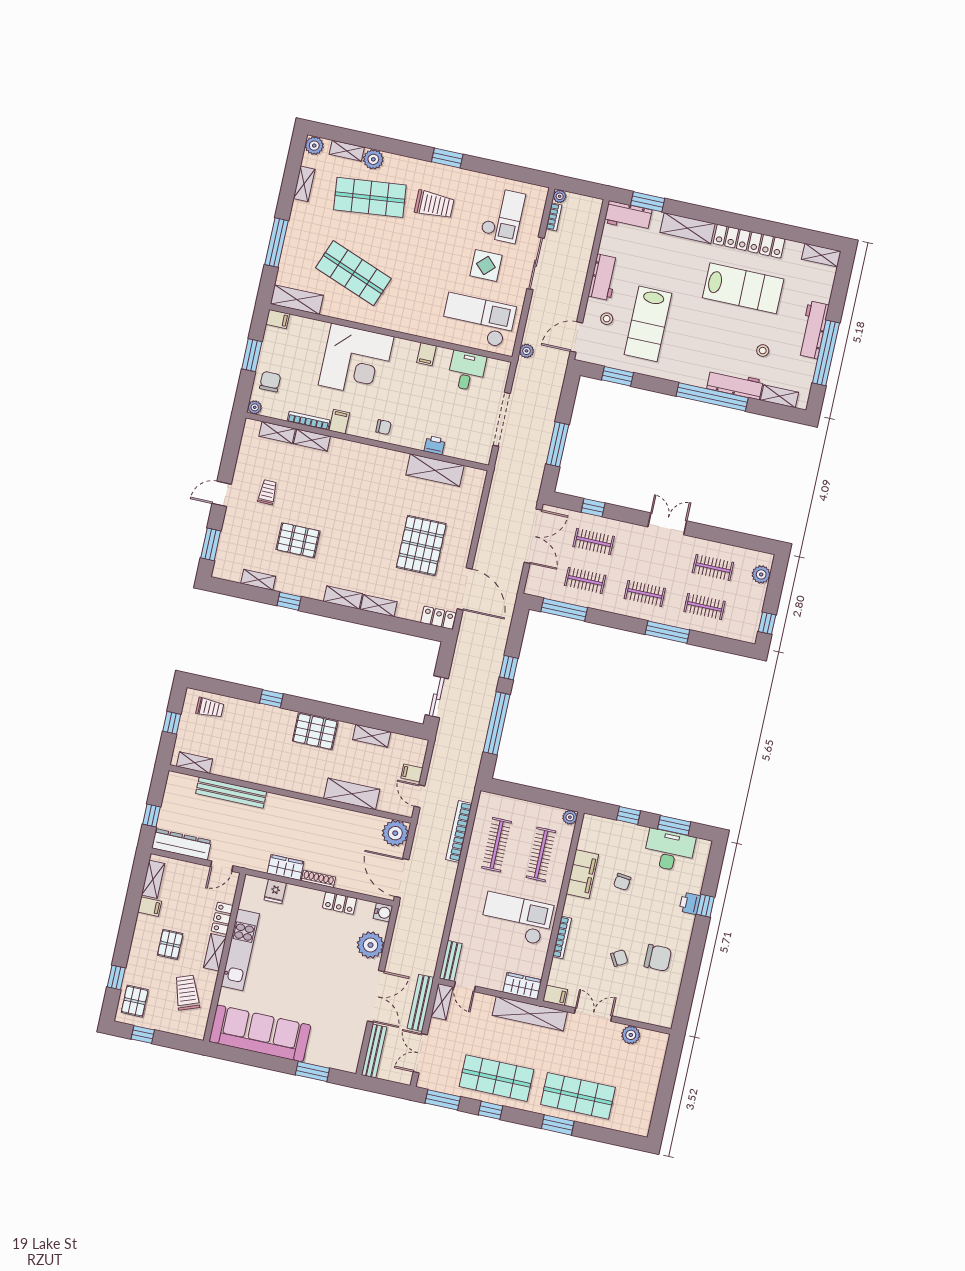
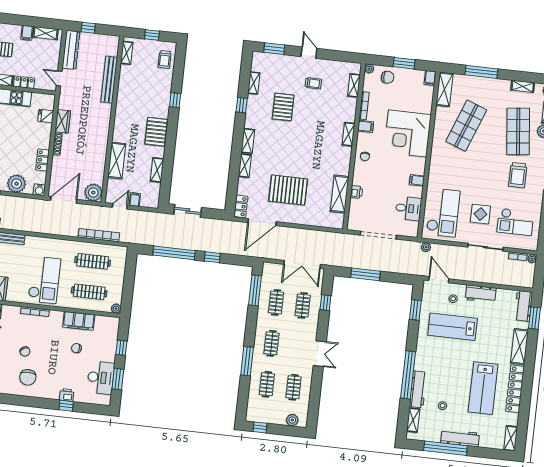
shelving: (312, 440) -> (348, 134), moved

